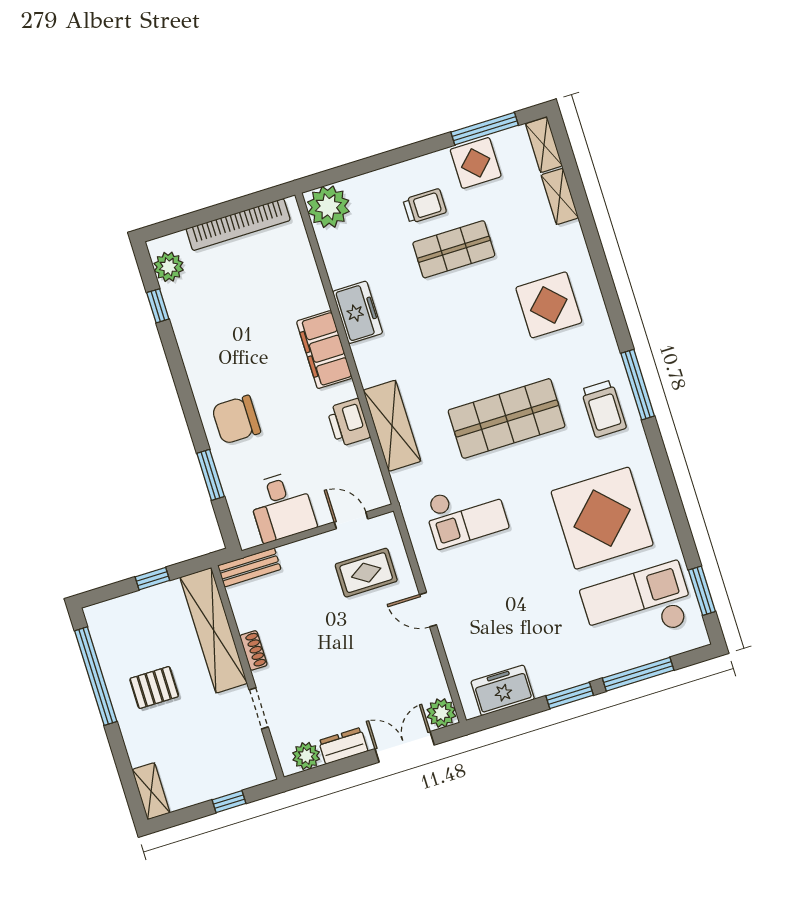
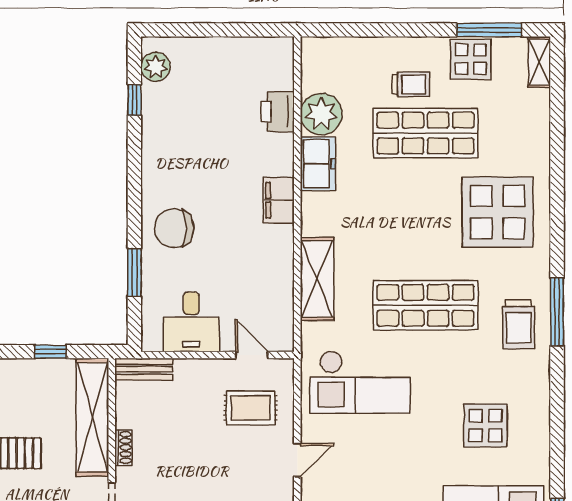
shelving: (560, 196) -> (539, 115), removed
plant: (328, 207) -> (321, 114), moved
bookcase: (238, 225) -> (232, 48), removed
shop shelf: (454, 249) -> (425, 133), width x1.43, depth x1.36
display table: (549, 305) -> (498, 212), width x1.36, depth x1.36
filing cabinet: (324, 350) -> (279, 200), width x0.67, depth x0.86
printer: (348, 423) -> (278, 112), moved
checkout: (466, 514) -> (360, 382), width x1.36, depth x1.21
display table: (602, 518) -> (485, 425), width x0.54, depth x0.54
door: (428, 610) -> (297, 460), swing flipped

